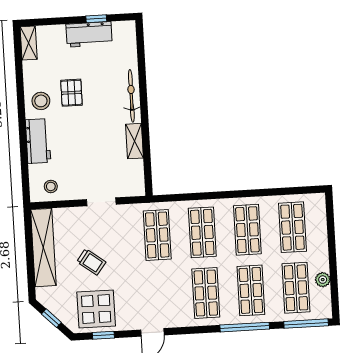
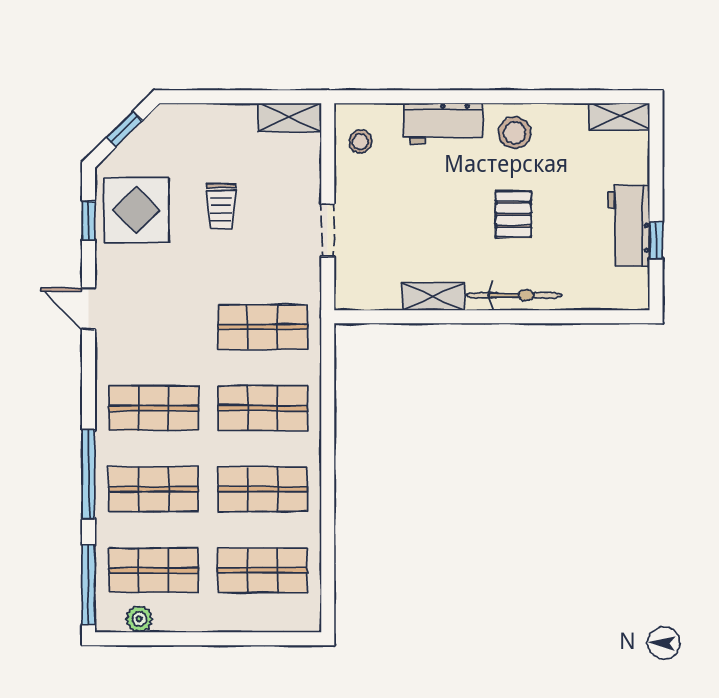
pallet: (71, 93) -> (513, 214), moved, turned 90
shelving: (43, 248) -> (290, 117), width x0.45, depth x0.75
trolley: (91, 262) -> (221, 206), turned -37
plant: (323, 280) -> (139, 619), moved

